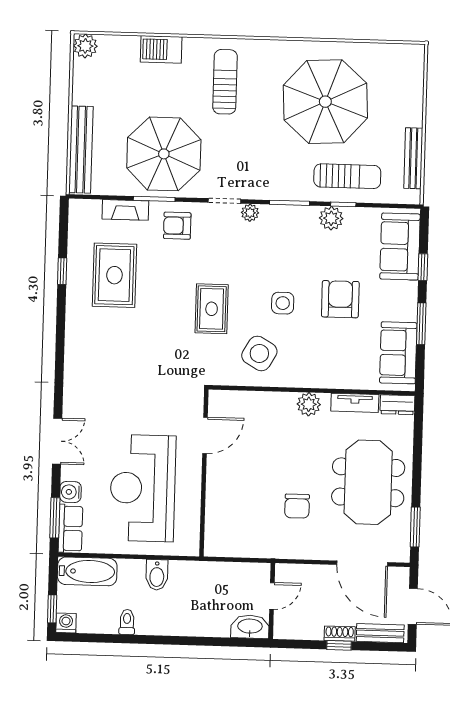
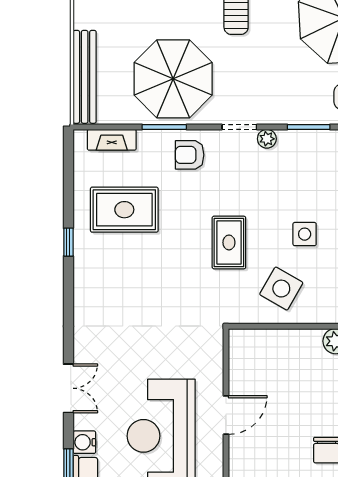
fireplace: (125, 210) -> (112, 140), moved
window: (62, 271) -> (68, 242), moved
rug: (114, 275) -> (124, 210), turned 90
door: (205, 435) -> (226, 415), moved

